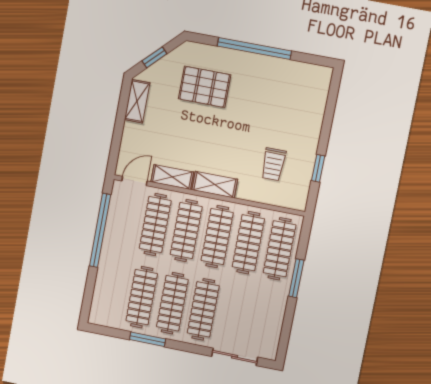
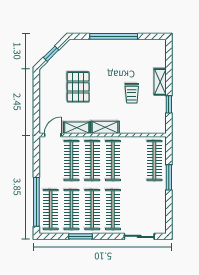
pallet: (205, 87) -> (78, 87), moved, turned 90
shelving: (137, 101) -> (160, 82), moved
trolley: (273, 164) -> (132, 93), moved
window: (100, 230) -> (36, 202), moved
clothes rail: (248, 243) -> (51, 210), moved

